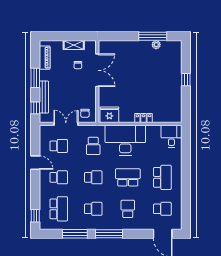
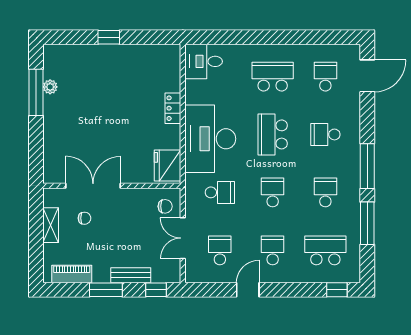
bench: (44, 97) -> (131, 275), width x0.73

